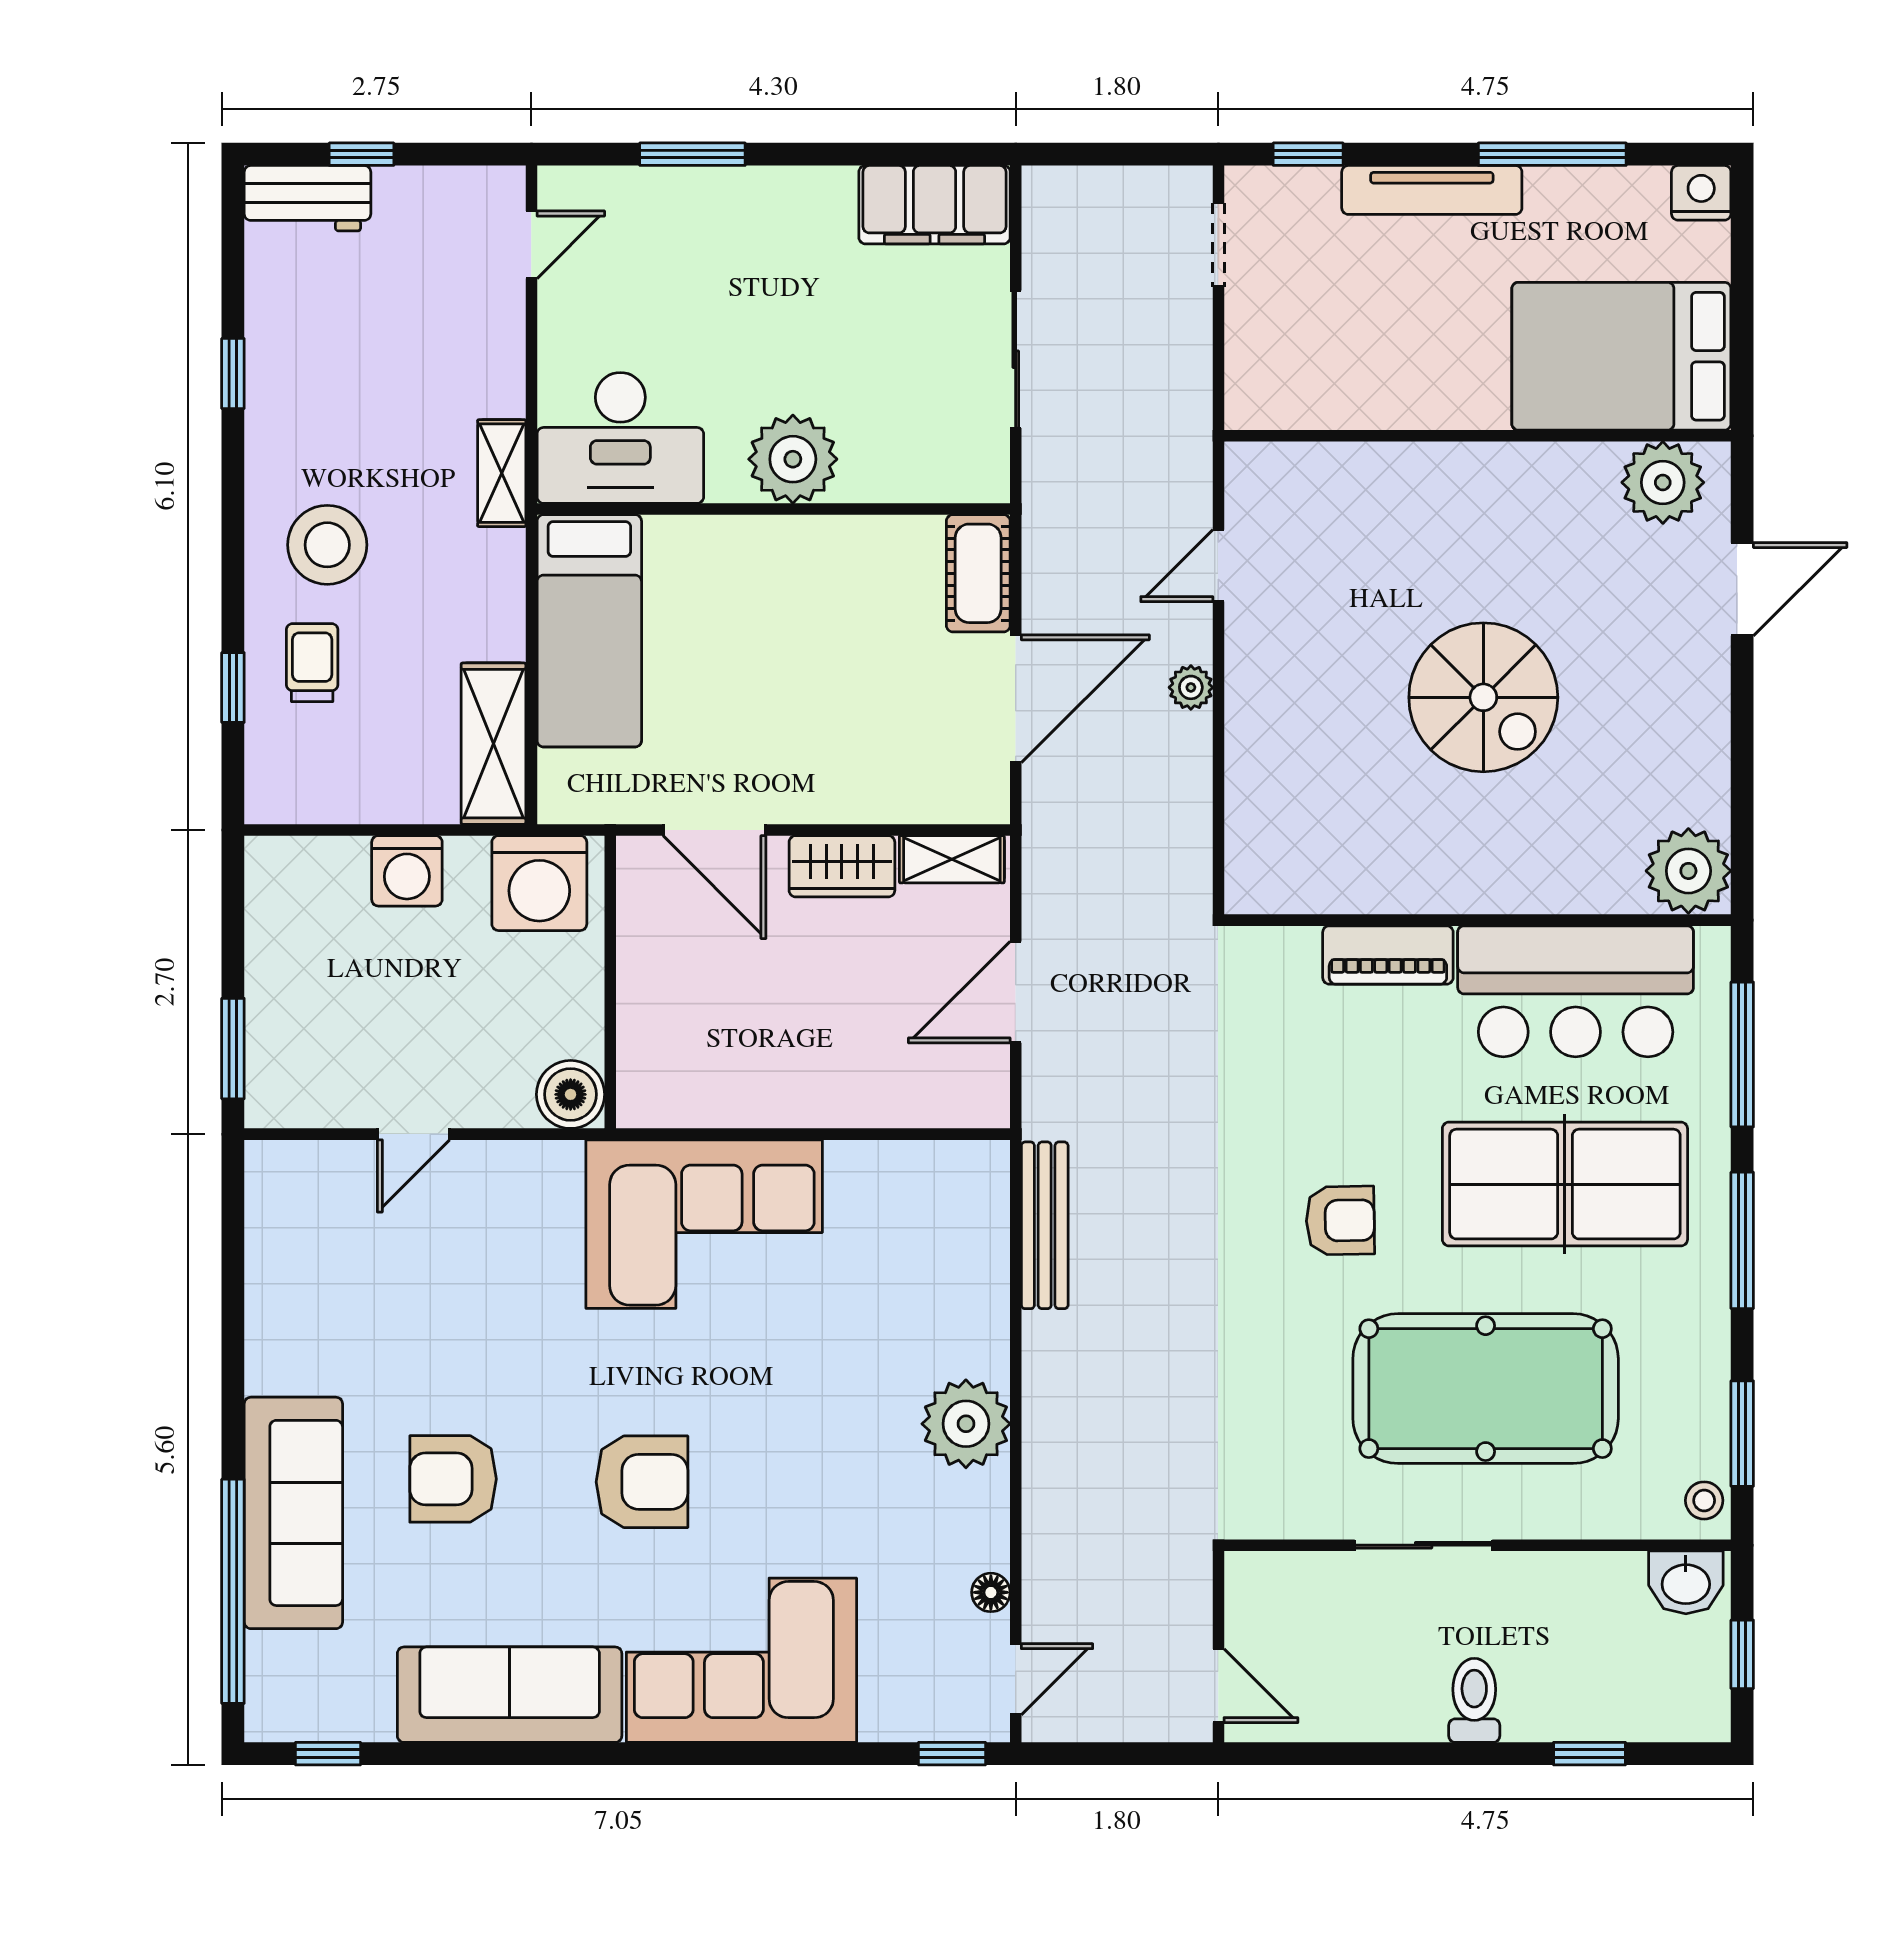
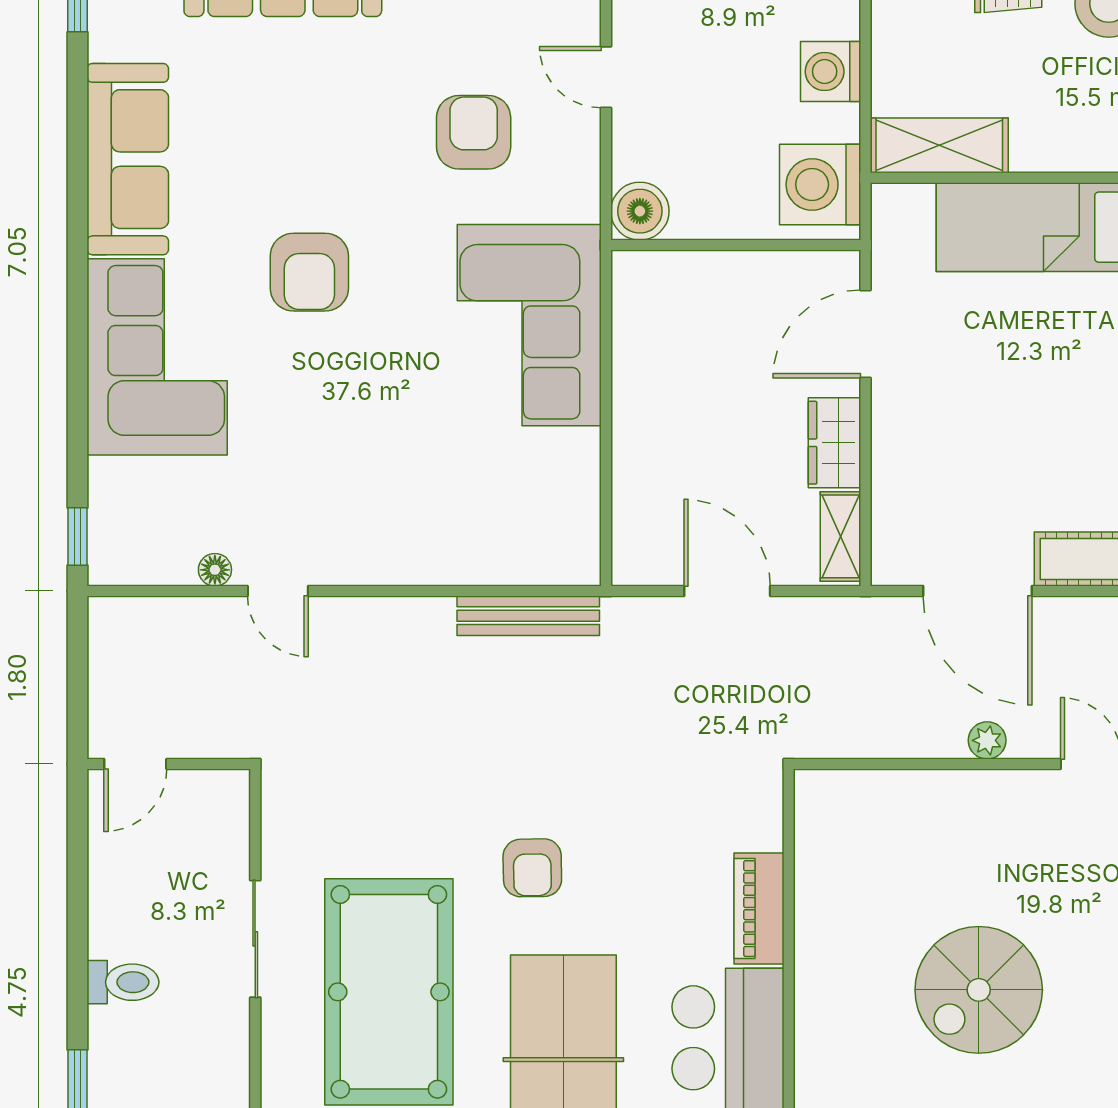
plant: (966, 1424) -> (359, 549), removed
armchair: (453, 1479) -> (474, 132), moved
door: (1016, 1679) -> (278, 591), moved

